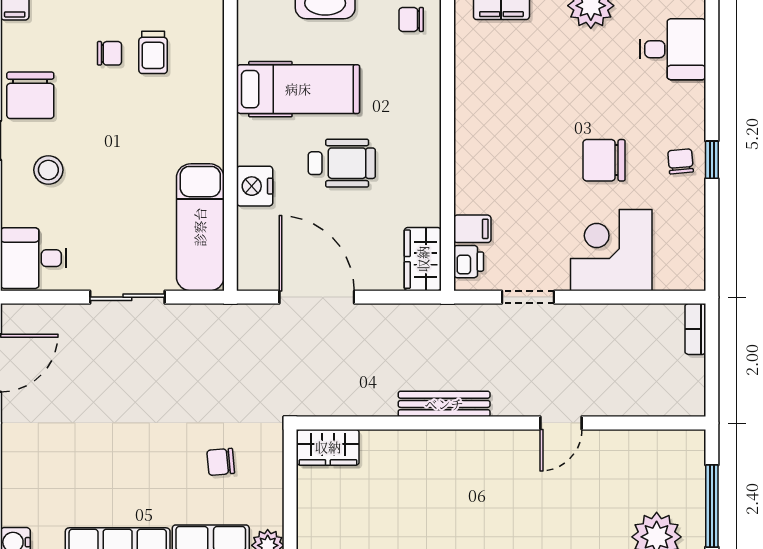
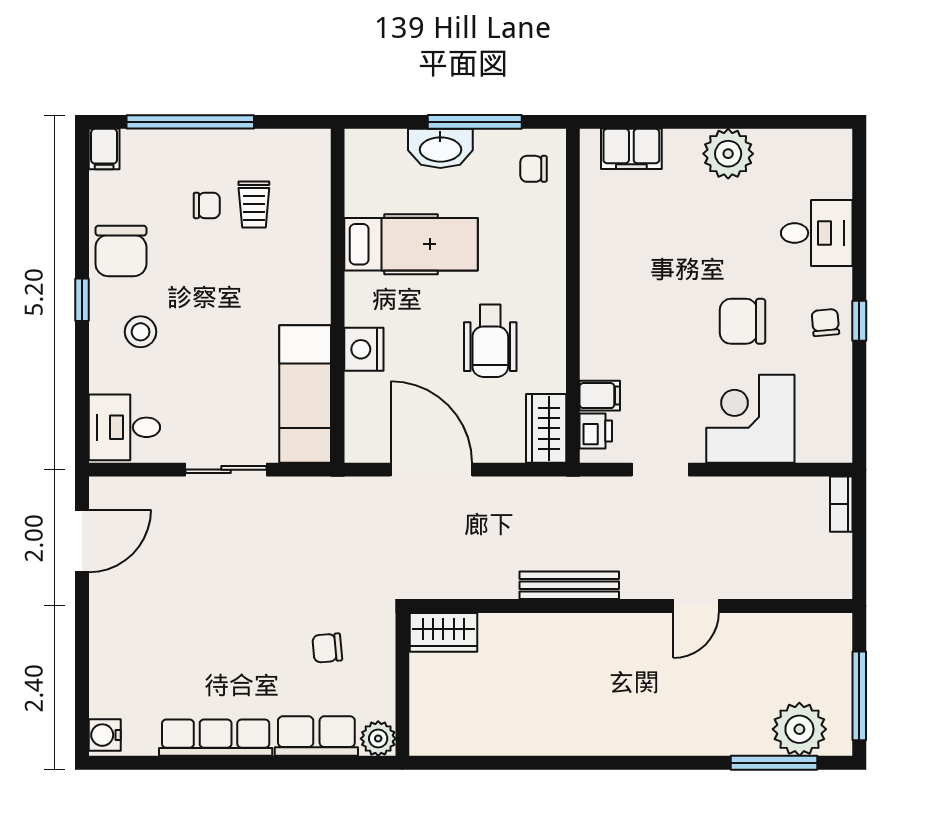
desk: (673, 49) -> (817, 233), moved
wheelchair: (342, 163) -> (490, 341), moved, turned 90

